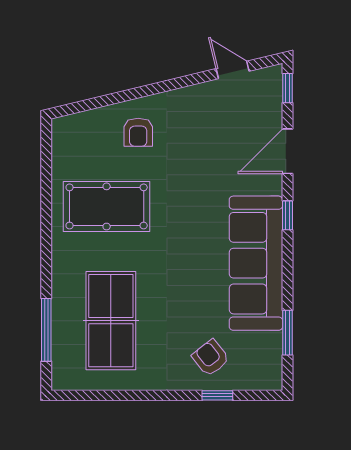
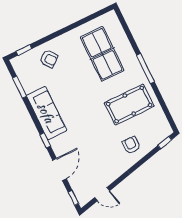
window: (76, 108) -> (165, 143), added
sofa: (256, 263) -> (46, 113), width x0.74, depth x0.79
window: (46, 330) -> (145, 68), moved
window: (217, 395) -> (24, 50), moved

